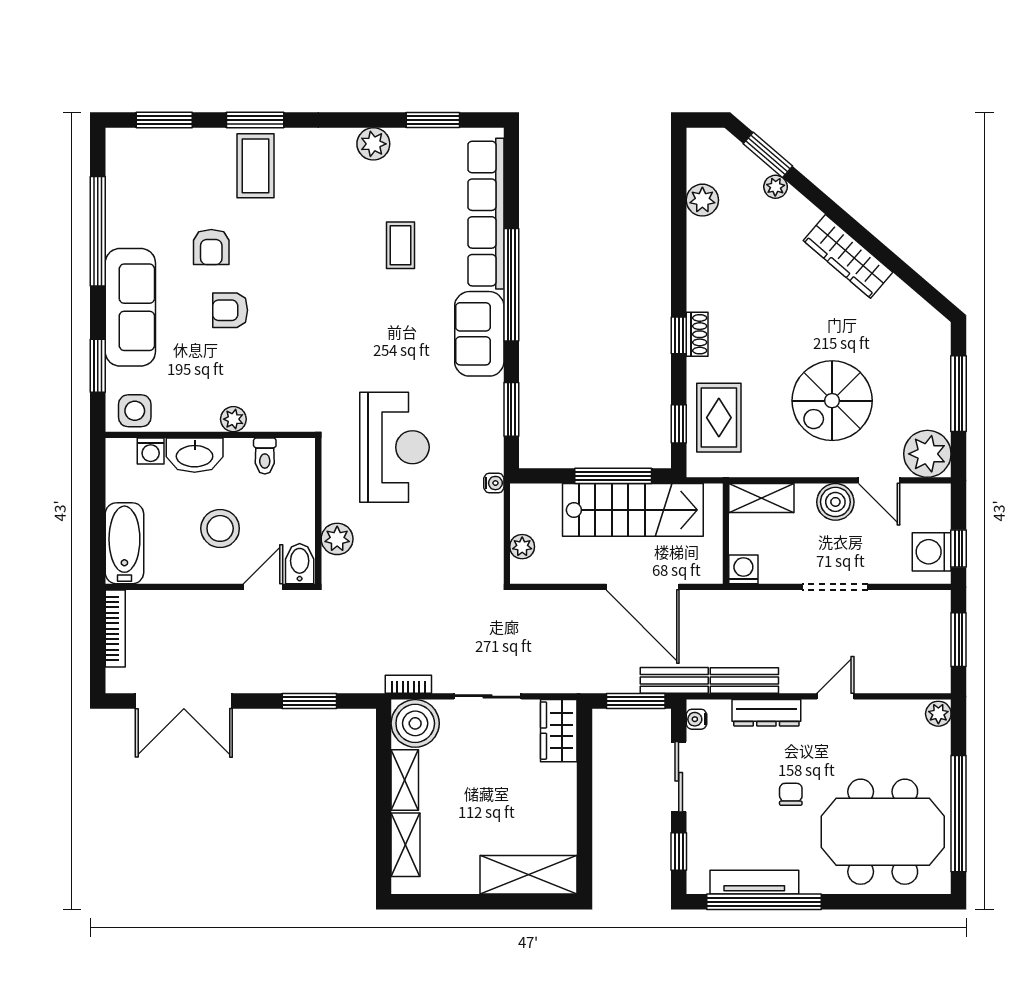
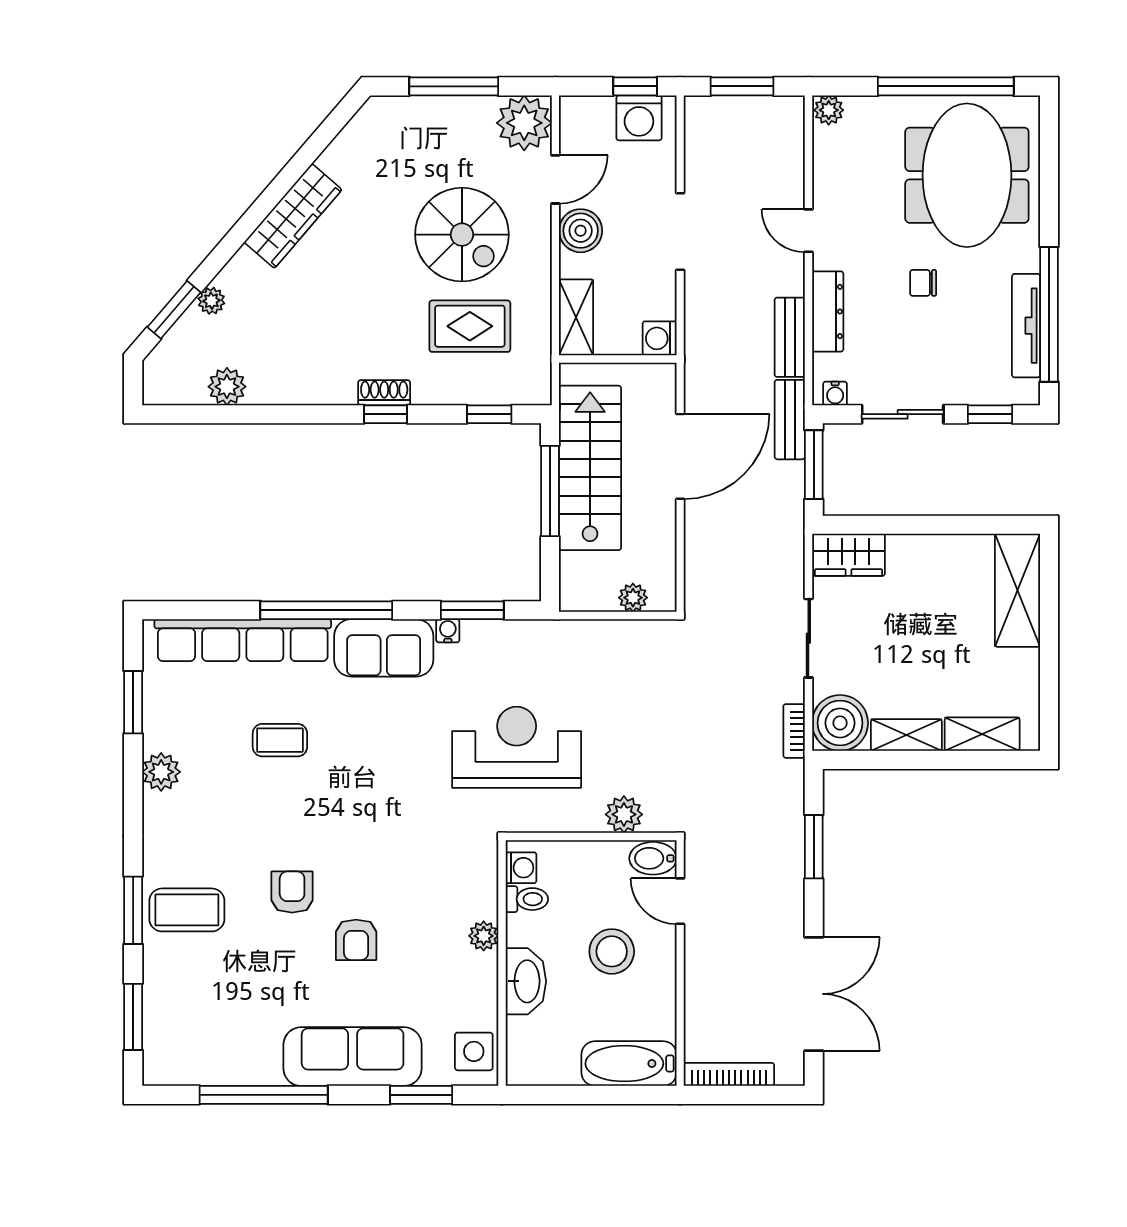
armchair: (211, 247) -> (292, 892), moved, turned -90
rug: (719, 418) -> (470, 326), moved
washing machine: (151, 451) -> (521, 868), moved
water cooler: (494, 483) -> (448, 631), moved

